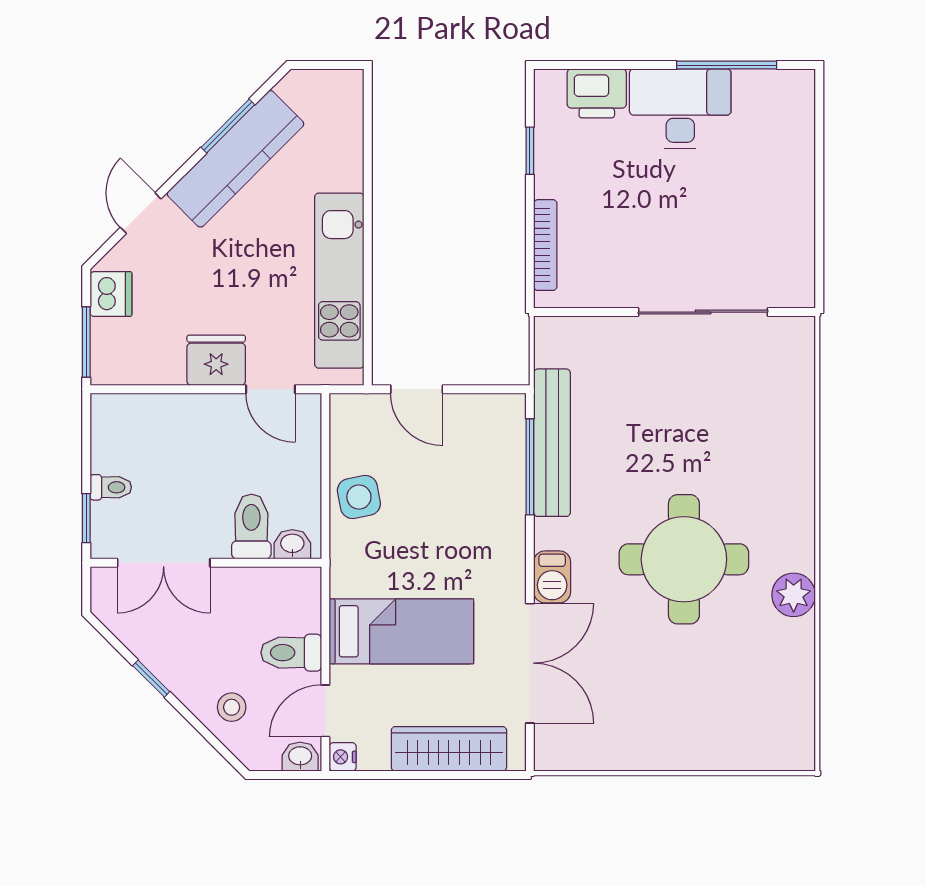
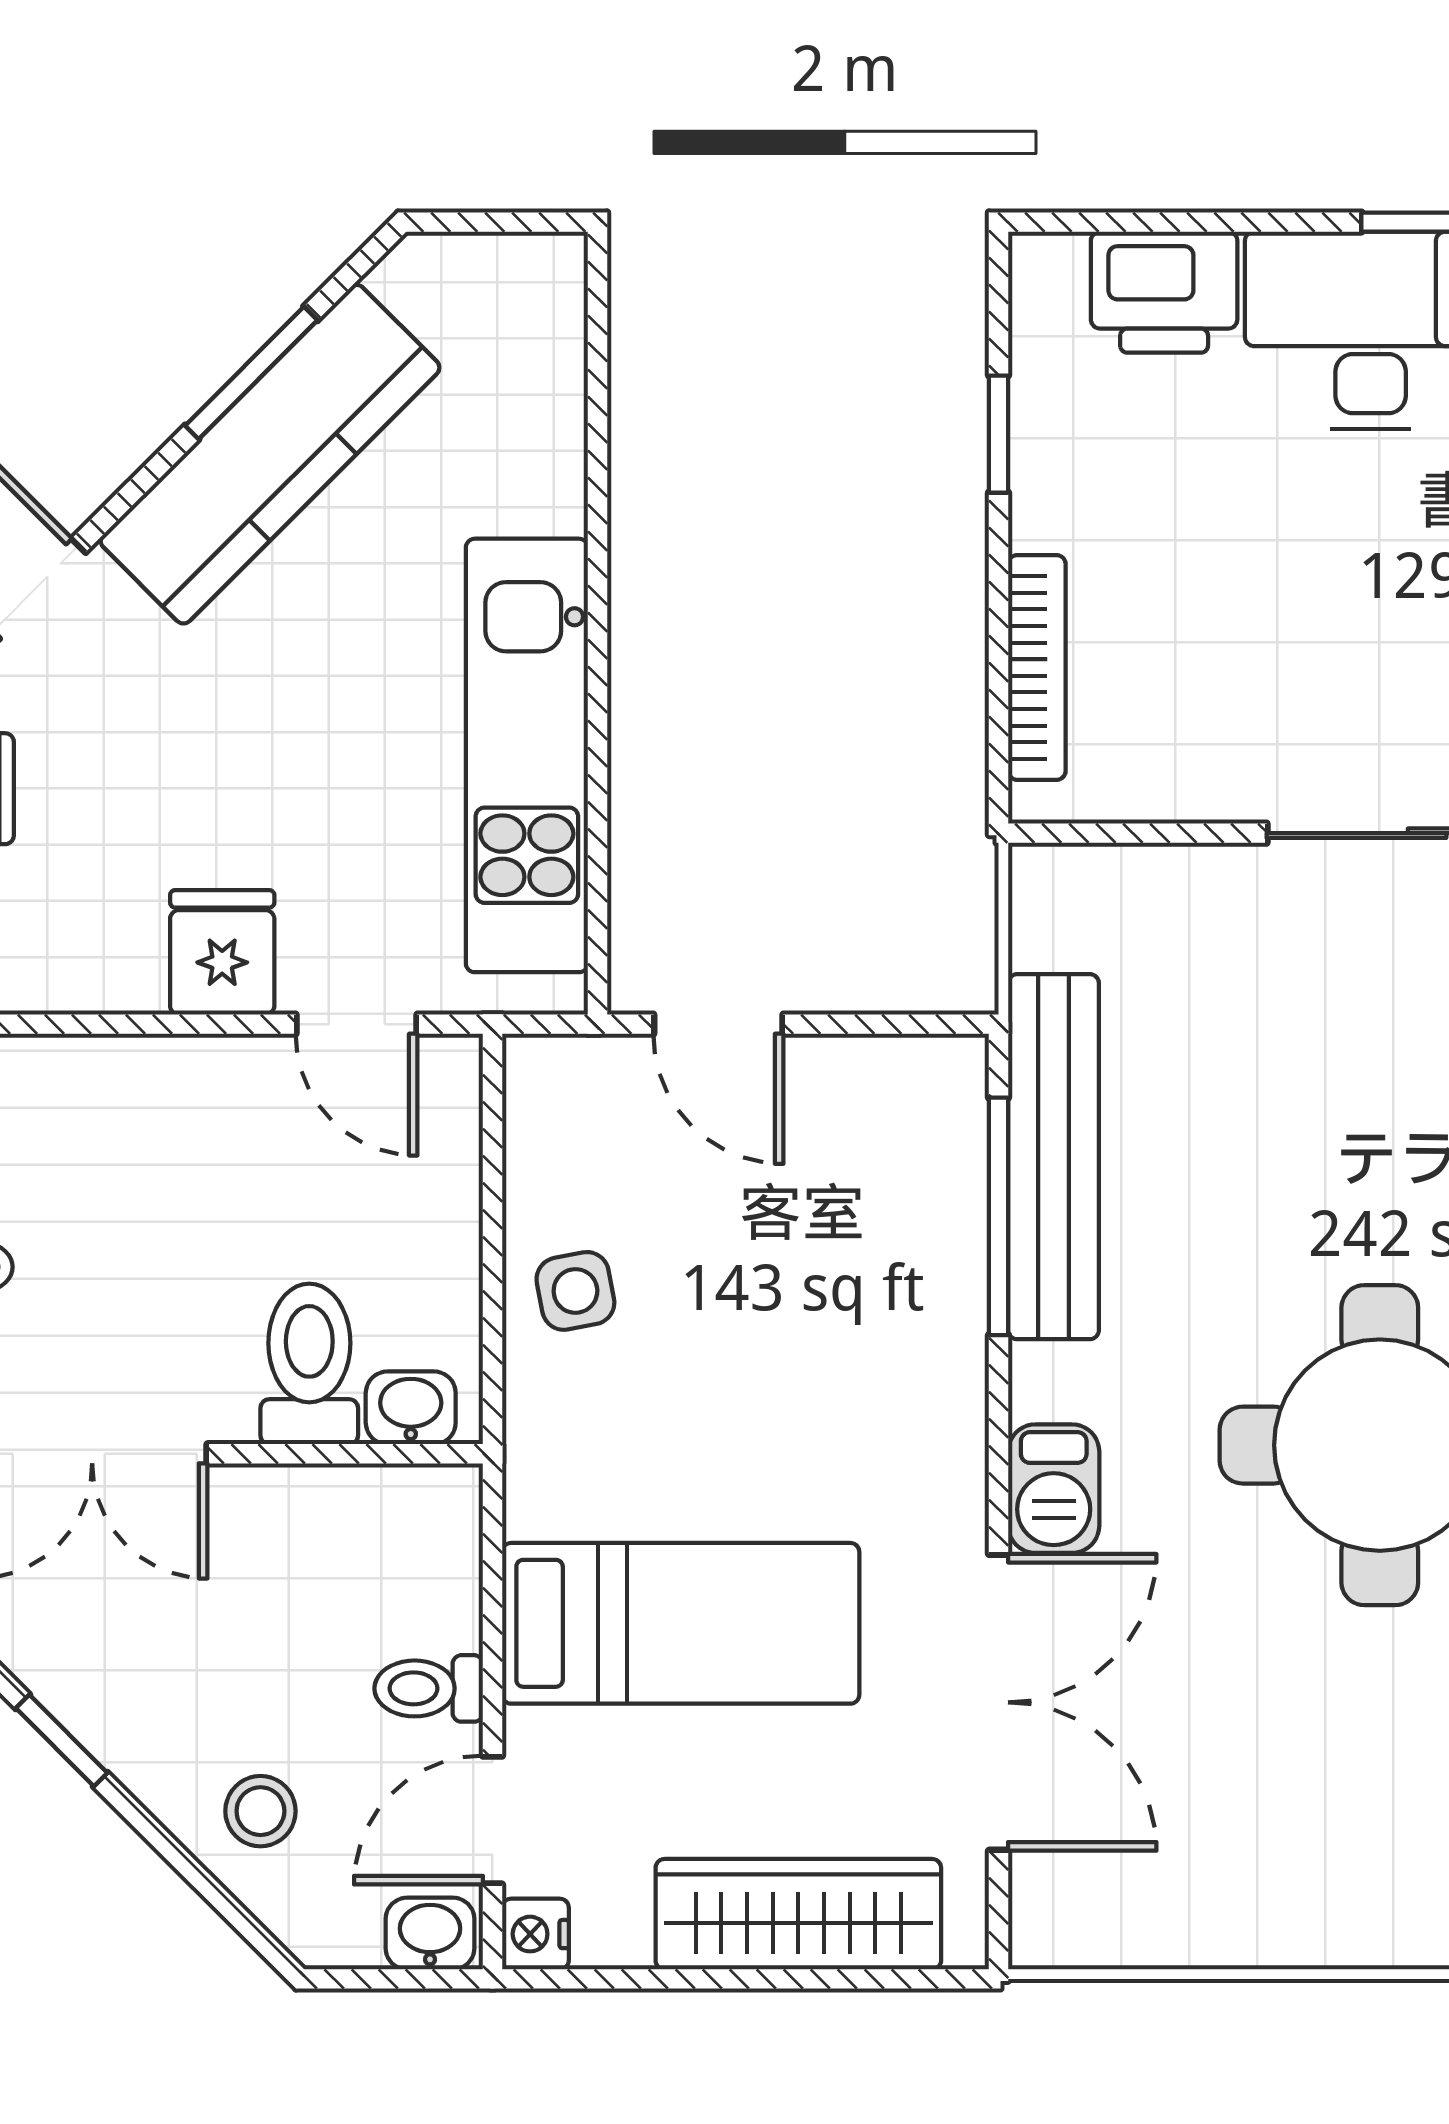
fridge: (216, 360) -> (222, 952), width x0.72
side table: (359, 497) -> (575, 1291), width x0.73, depth x0.73
toilet: (291, 653) -> (429, 1688), width x0.73, depth x0.72

